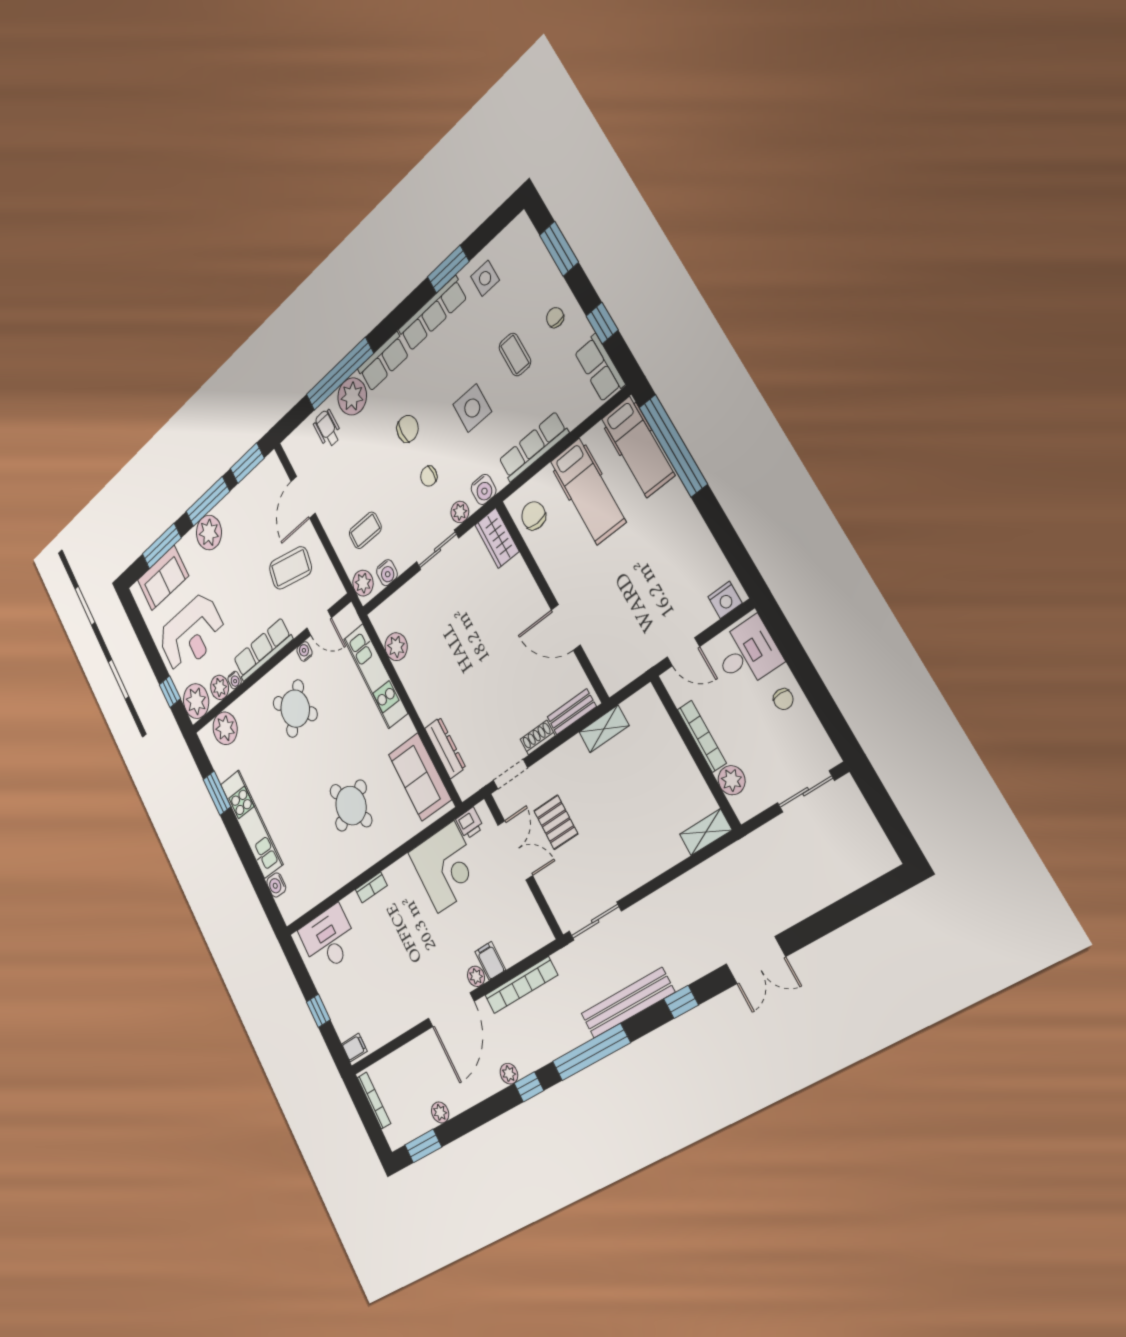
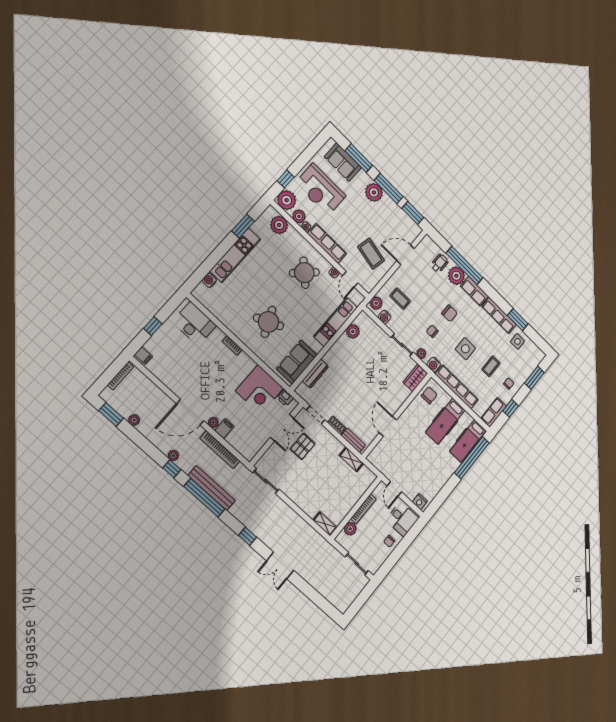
row of seats: (533, 447) -> (457, 387), width x1.36
bench: (628, 1003) -> (212, 488), moved

